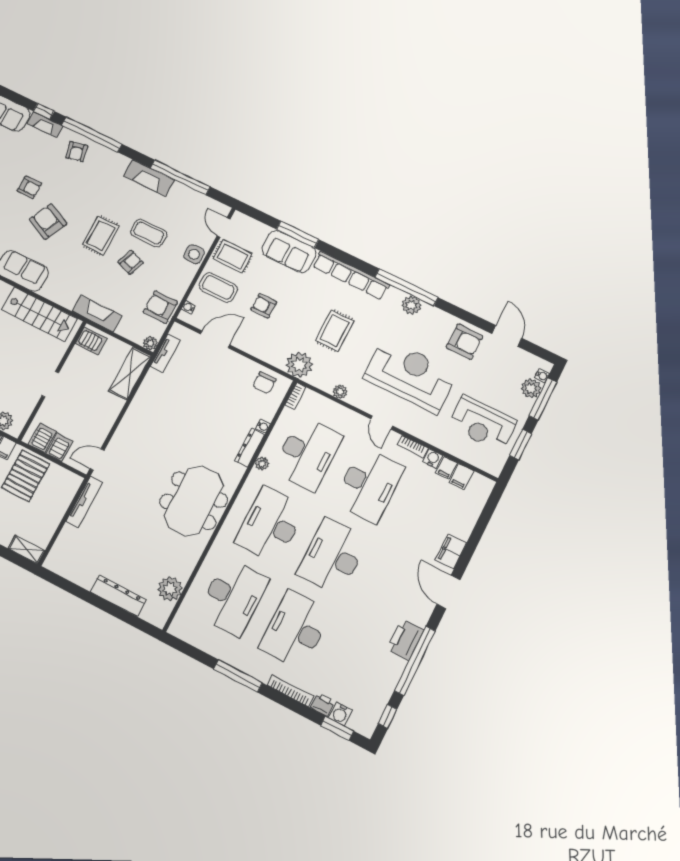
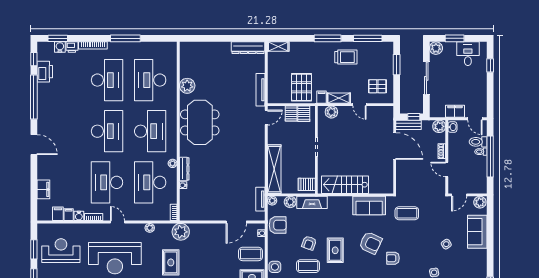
armchair: (264, 306) -> (219, 256), removed
plant: (126, 329) -> (290, 202), added
shelving: (130, 373) -> (274, 169), width x1.47
chair: (264, 383) -> (195, 211), removed
filing cabinet: (451, 551) -> (43, 189), moved
plant: (170, 589) -> (187, 86), moved
dresser: (118, 596) -> (248, 48), moved
printer: (405, 639) -> (45, 72), moved

